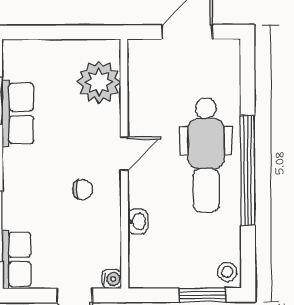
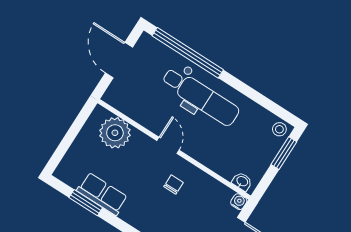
window: (248, 171) -> (188, 53), moved
washbasin: (138, 222) -> (242, 182), moved

